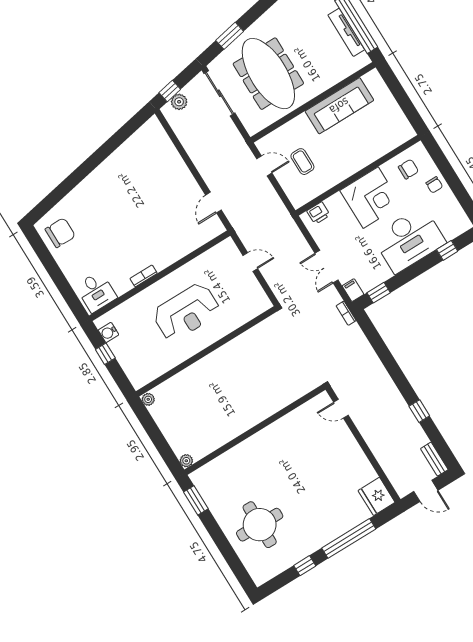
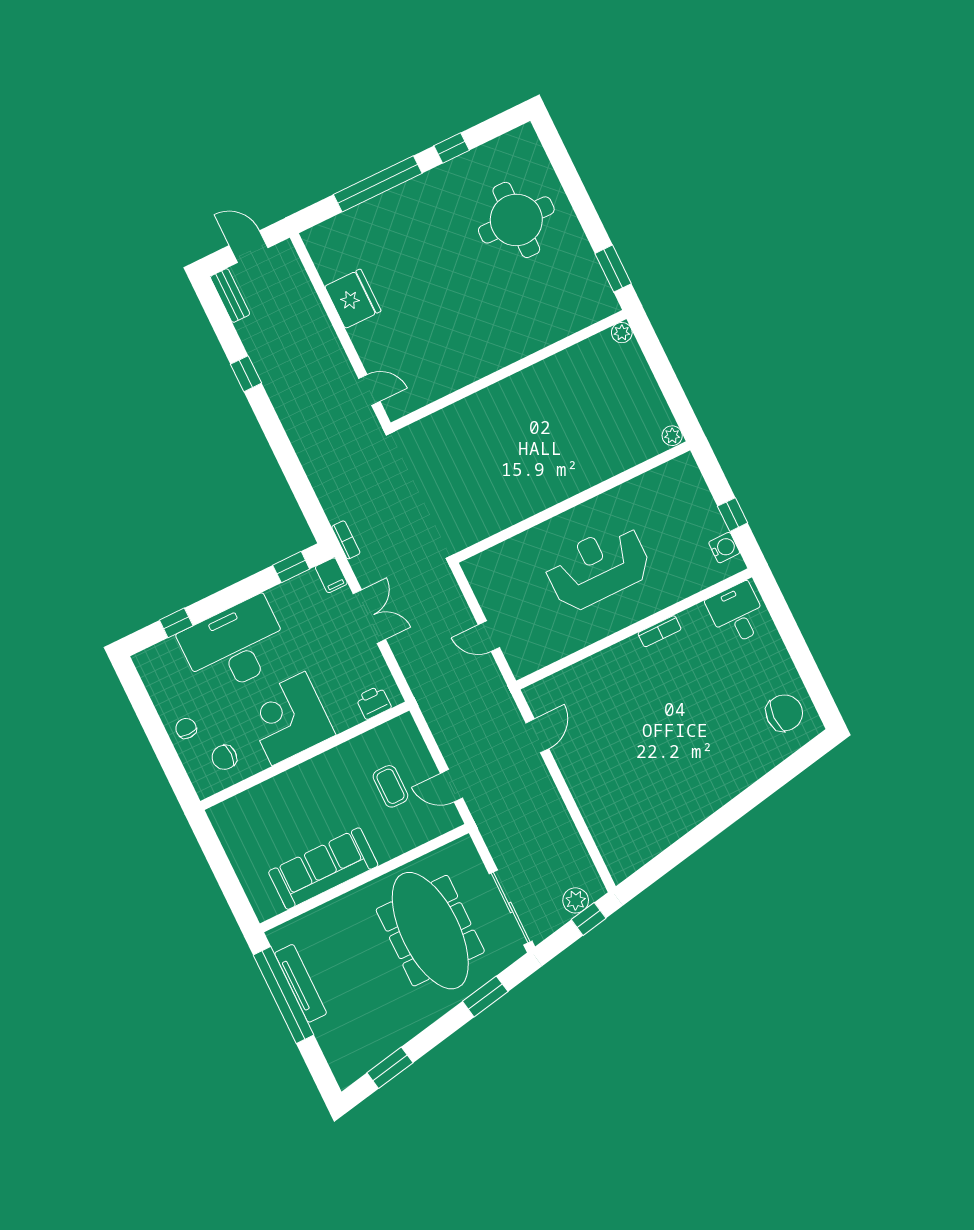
chair: (60, 233) -> (784, 713), turned 180
fridge: (377, 496) -> (353, 299), moved

